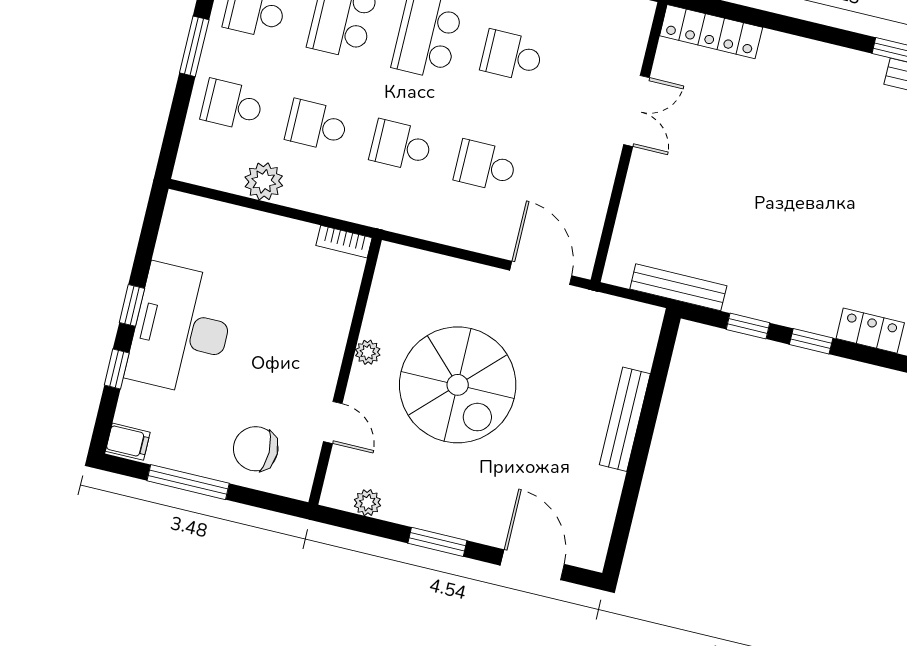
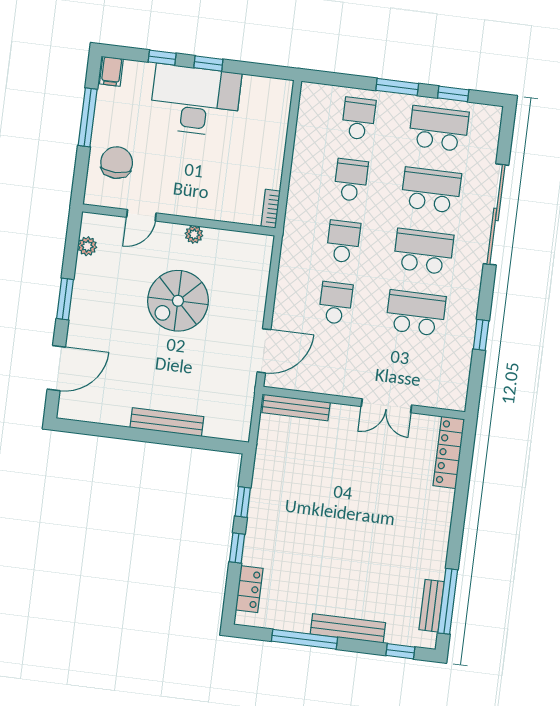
school desk: (512, 56) -> (416, 313), width x1.85
plant: (264, 181) -> (307, 147), removed
bench: (678, 287) -> (296, 408), moved, turned 90
spiral stairs: (458, 385) -> (178, 301), width x0.73, depth x0.73

